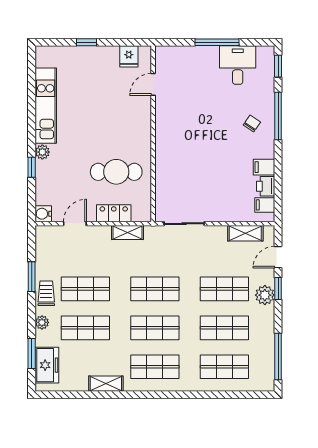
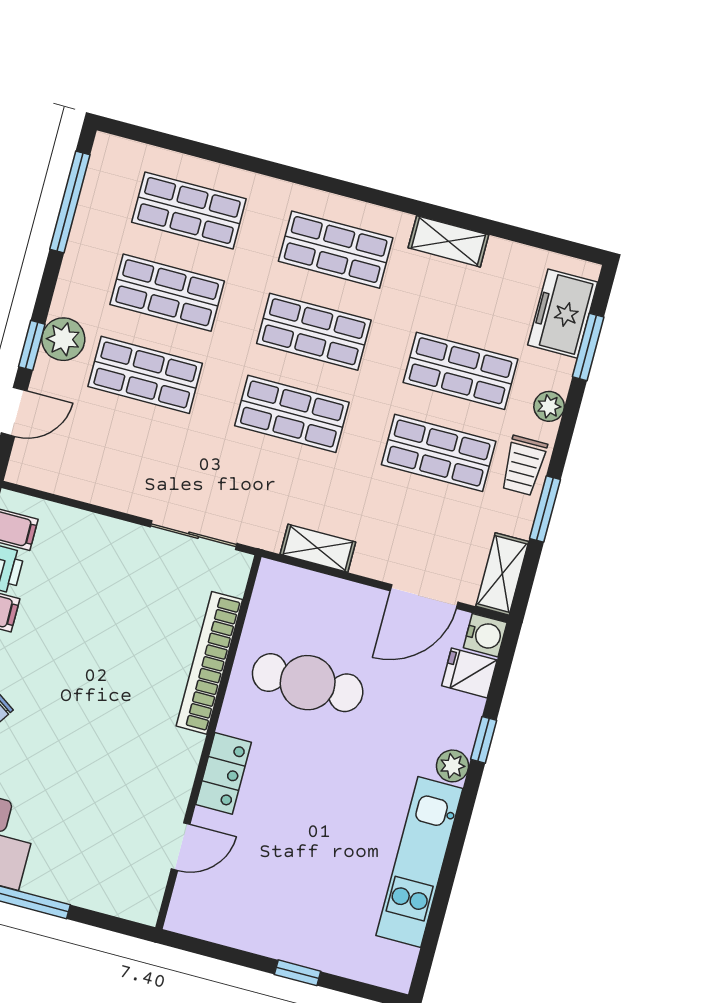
fridge: (129, 56) -> (469, 673), moved, turned -90
bookcase: (162, 169) -> (209, 663), added
locker: (114, 213) -> (224, 773), moved, turned -90
door: (75, 224) -> (424, 596), width x1.38
shelving: (245, 233) -> (502, 574), moved, turned 90

